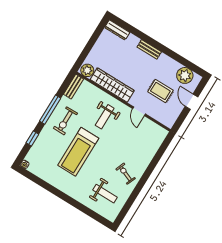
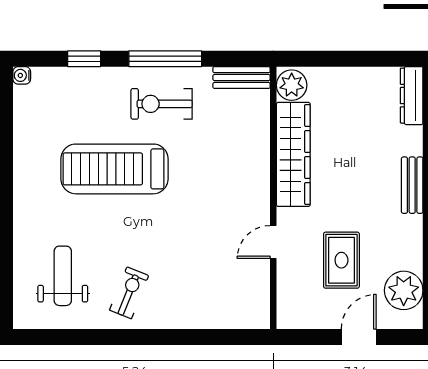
weight bench: (105, 117) -> (219, 179), removed
weight bench: (105, 194) -> (63, 276), turned 180

